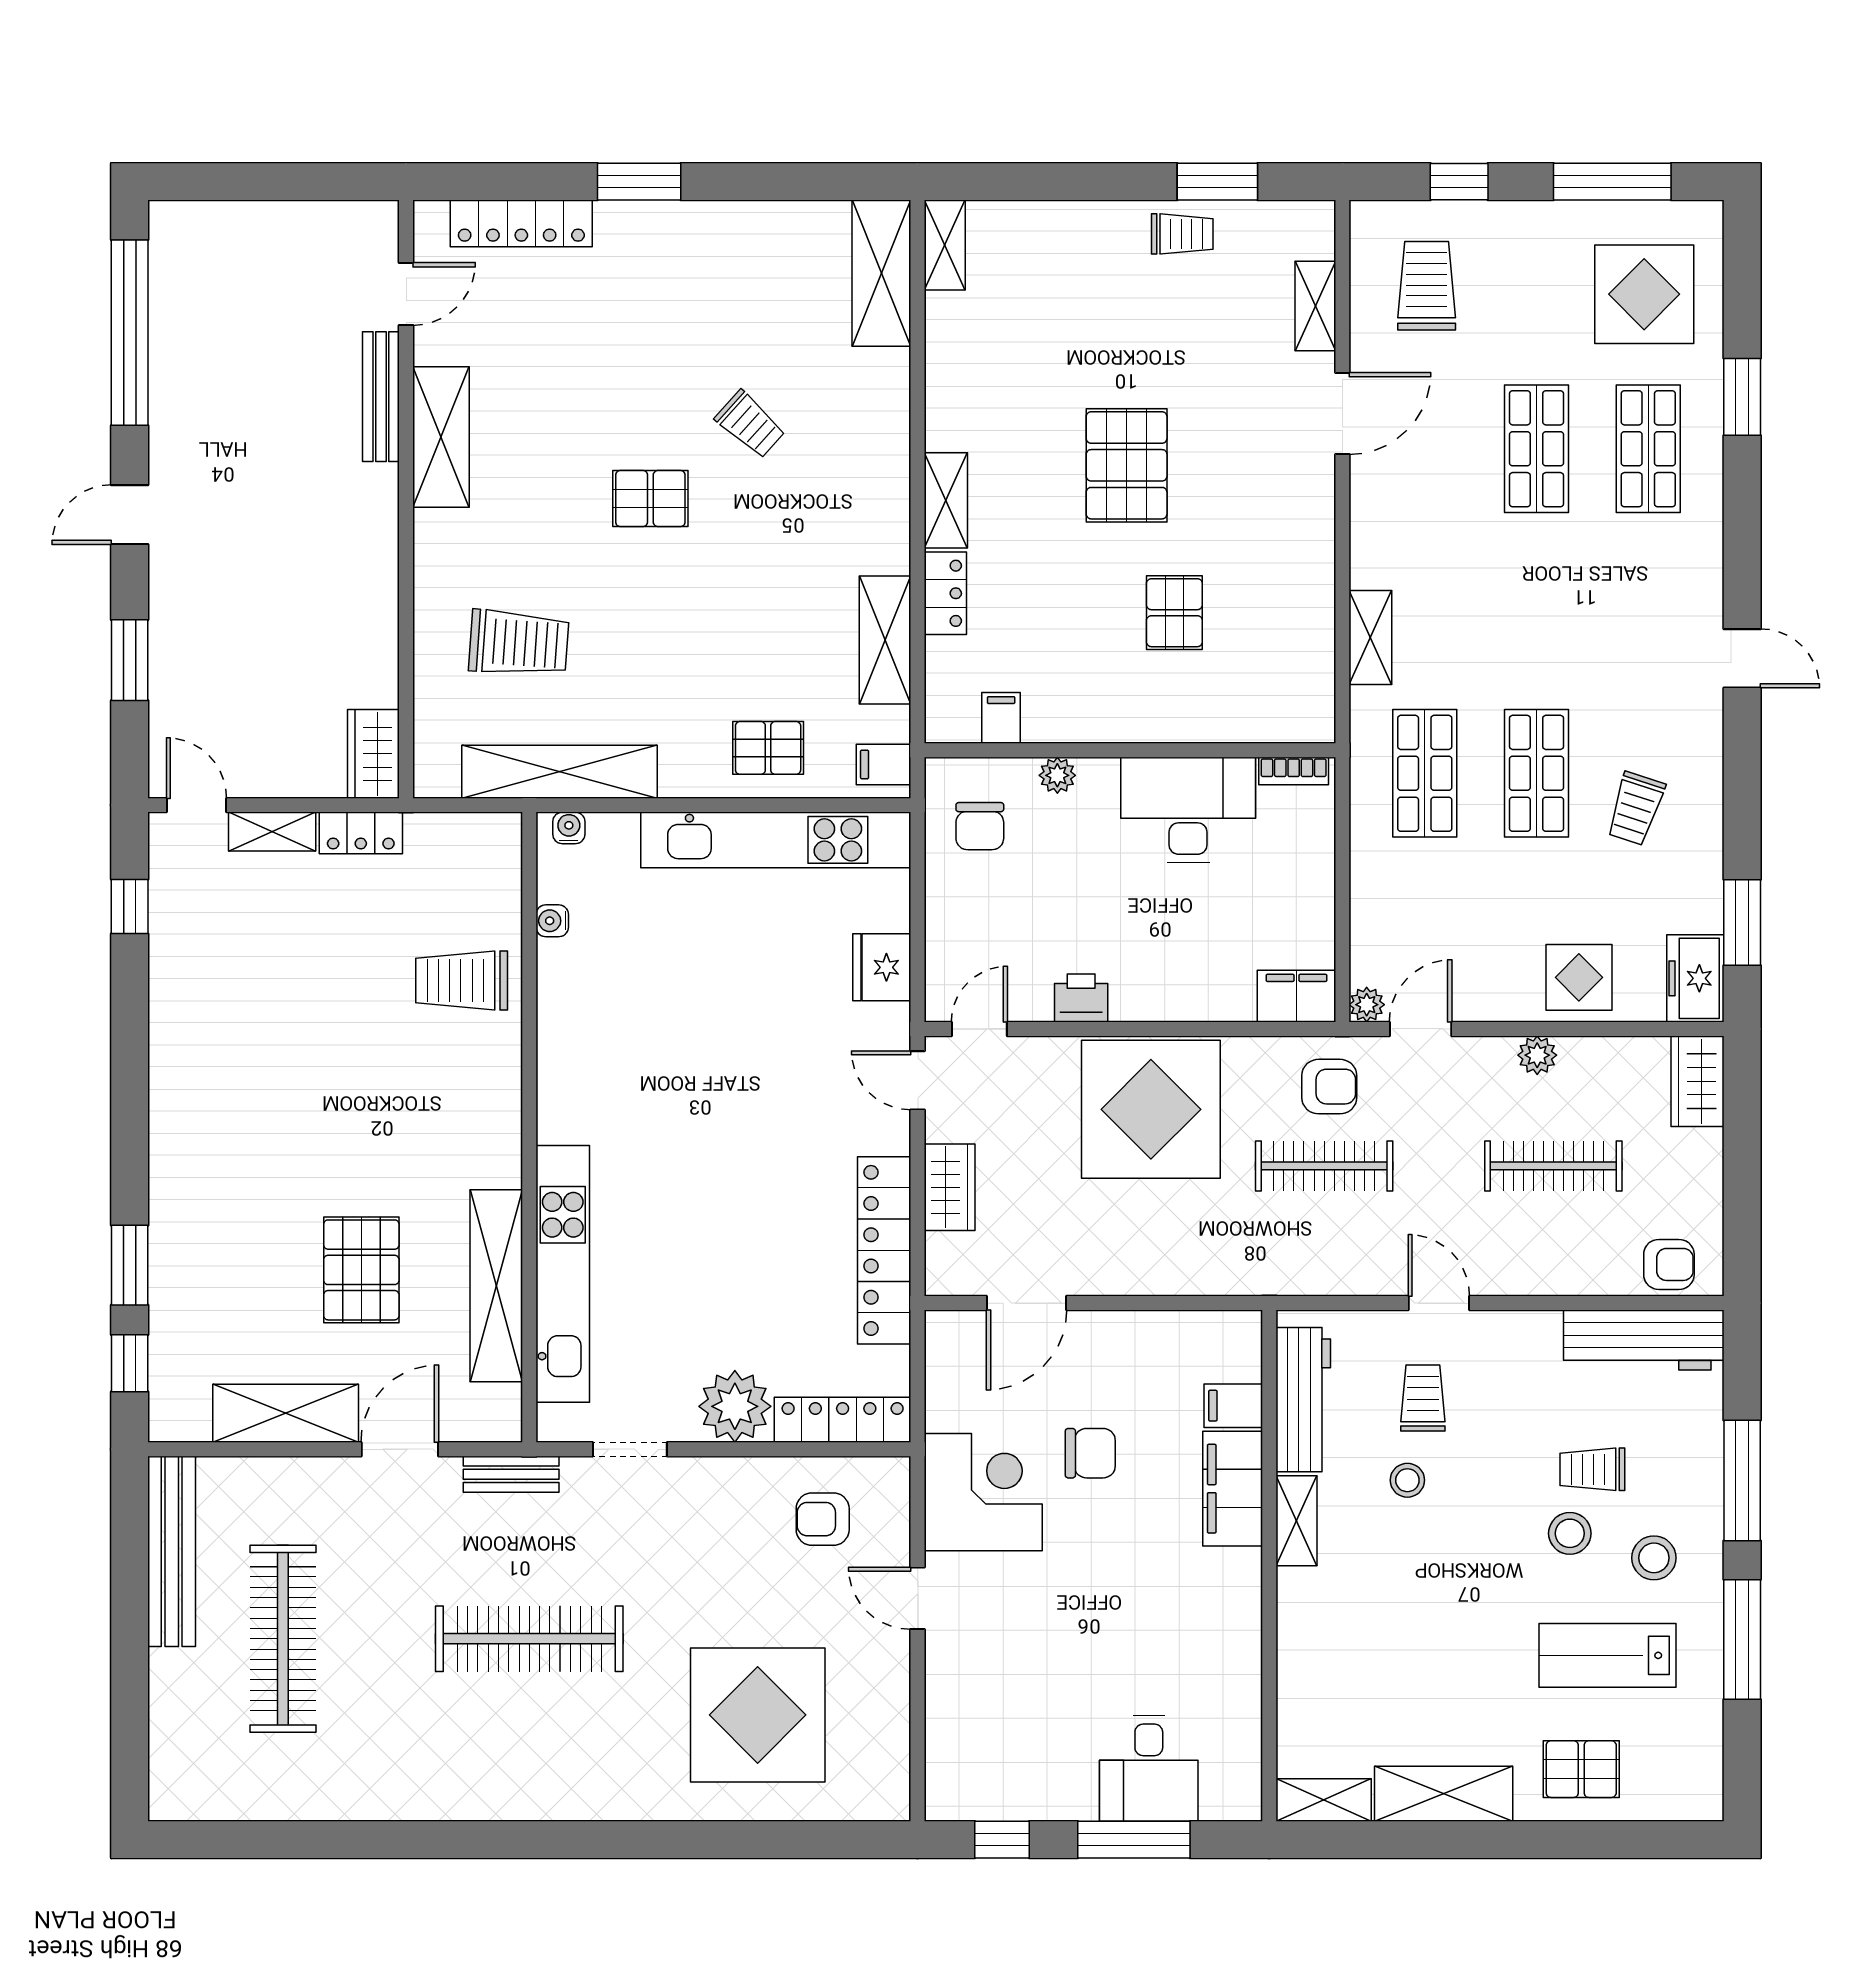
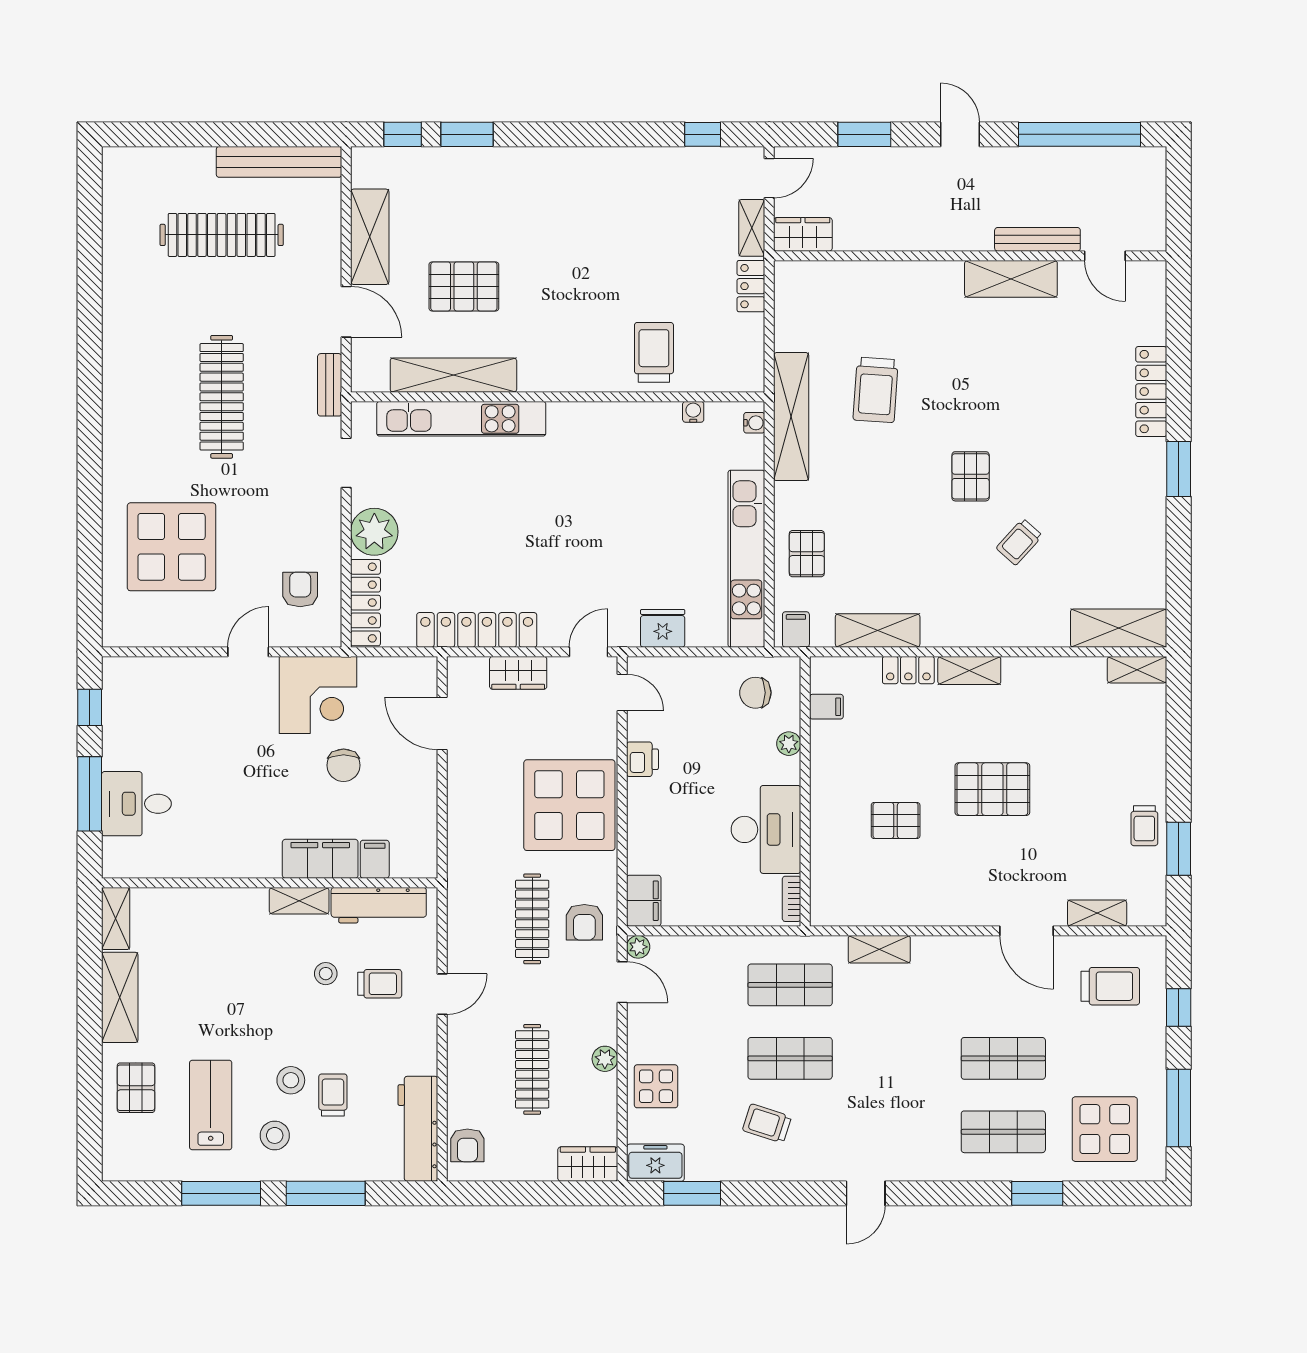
door: (406, 294) -> (1105, 256), moved
bench: (381, 397) -> (1037, 239), moved
shelving: (441, 437) -> (1011, 279), moved
wall: (406, 499) -> (970, 256), moved
wardrobe: (373, 754) -> (803, 234), moved

